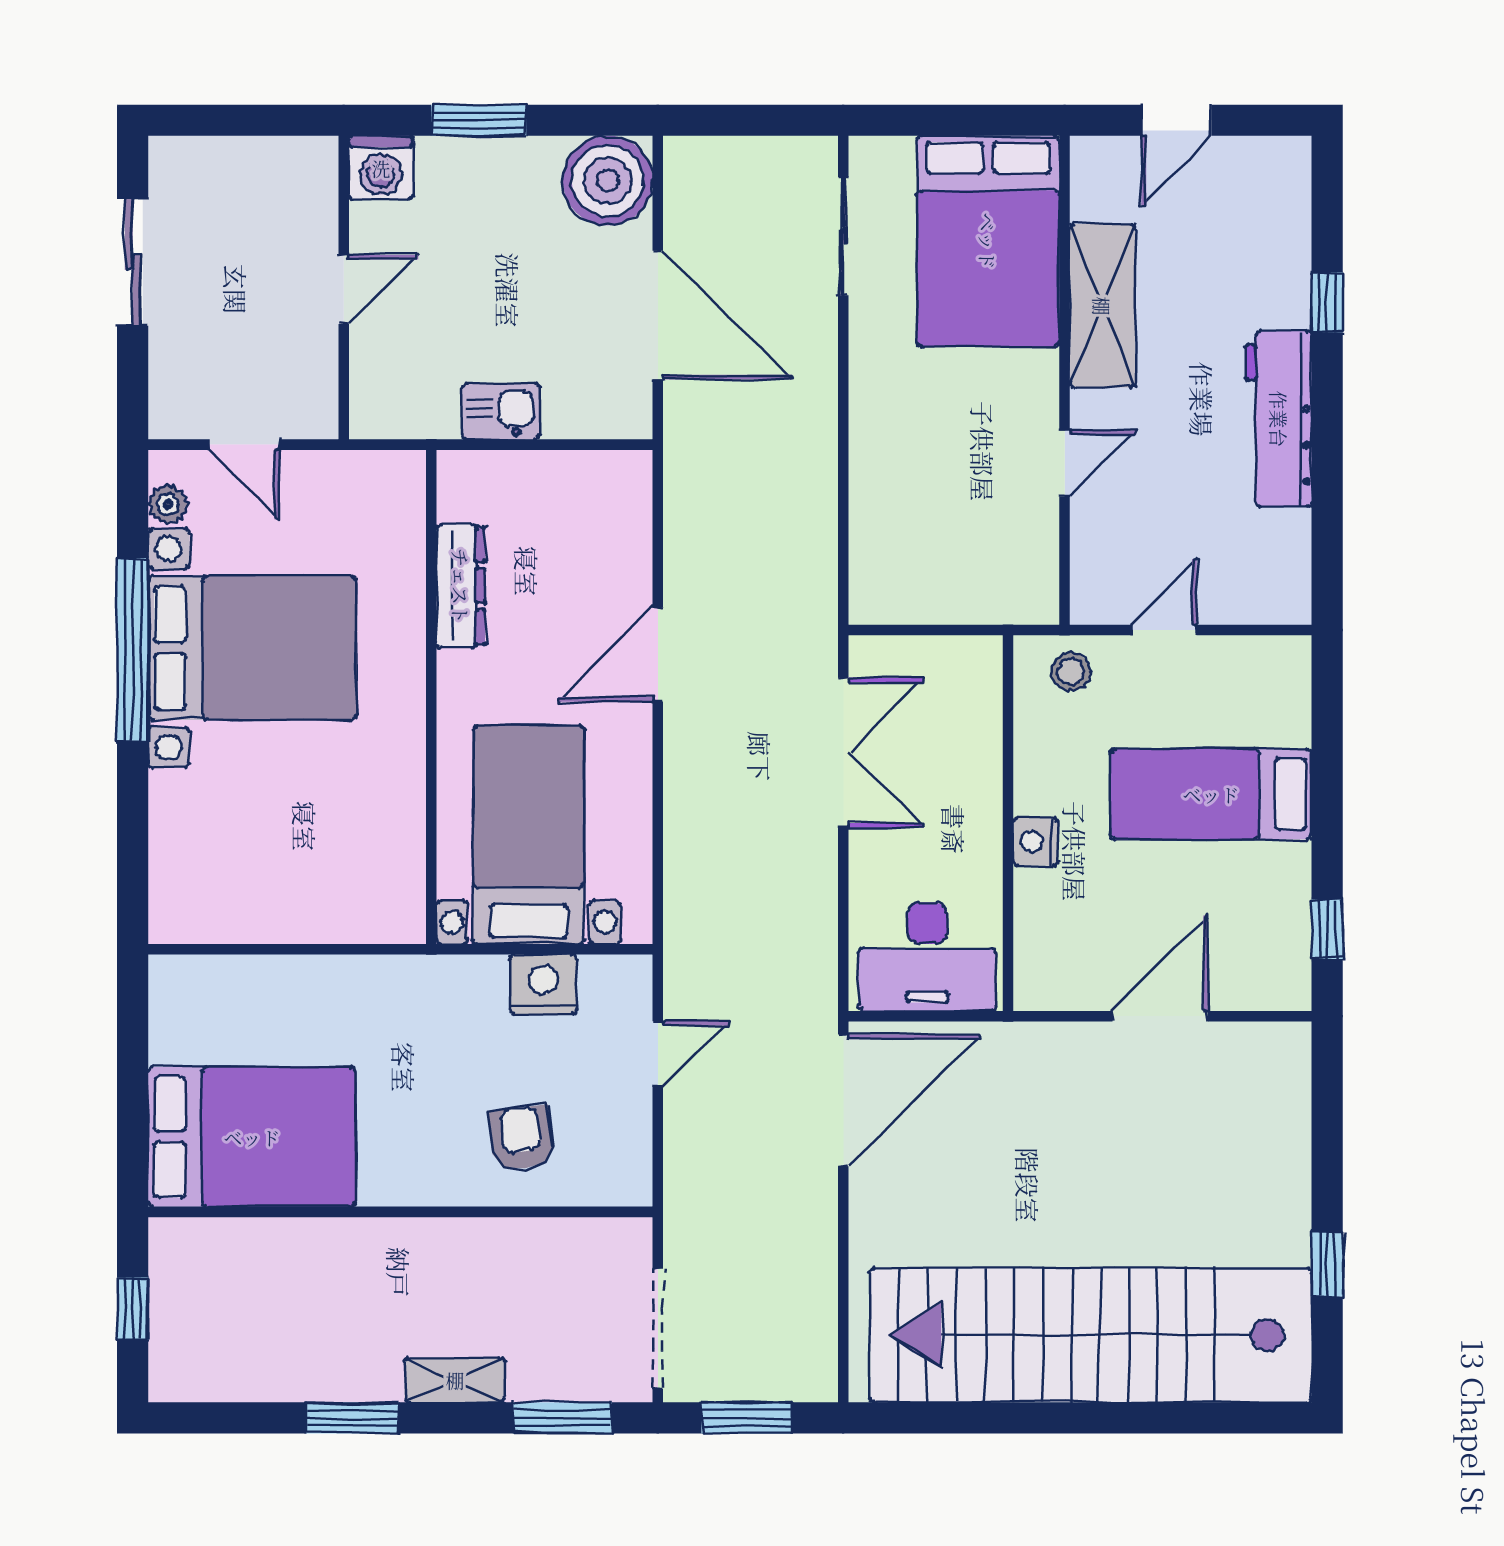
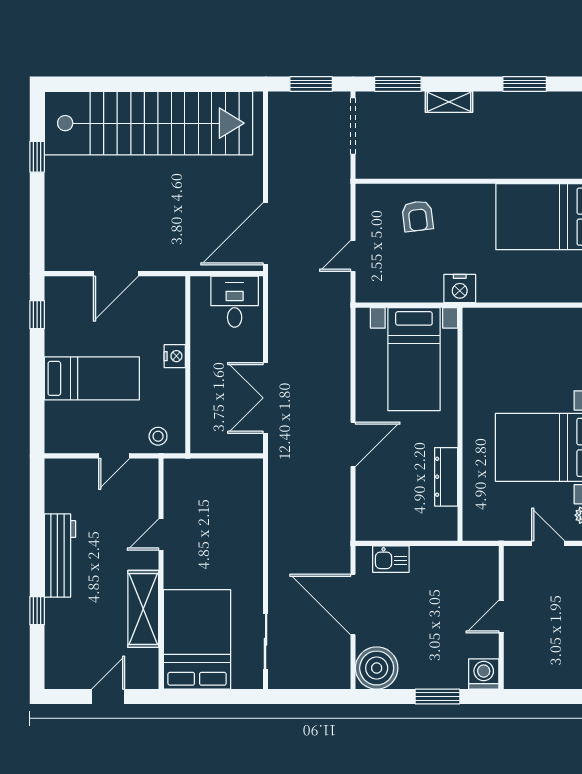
kitchen sink: (501, 411) -> (391, 559), moved
desk: (927, 957) -> (235, 302), width x0.73
nightstand: (543, 984) -> (460, 289), moved
window: (352, 1418) -> (525, 84), moved

